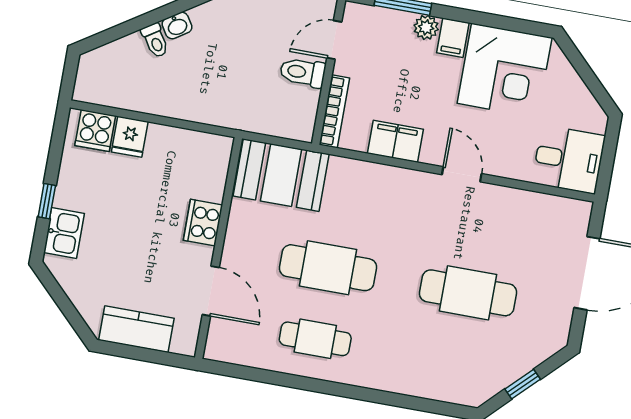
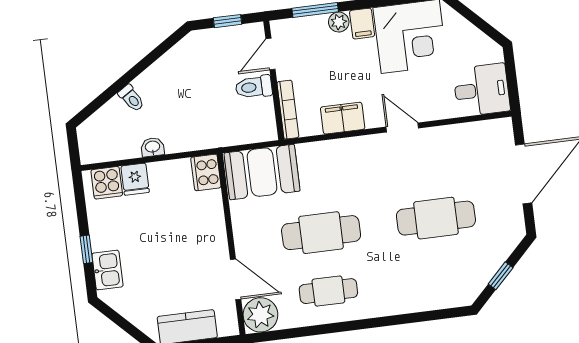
washbasin: (177, 26) -> (153, 147), moved, turned -147
cooker: (203, 223) -> (206, 172), moved
plant: (227, 342) -> (260, 315), added

